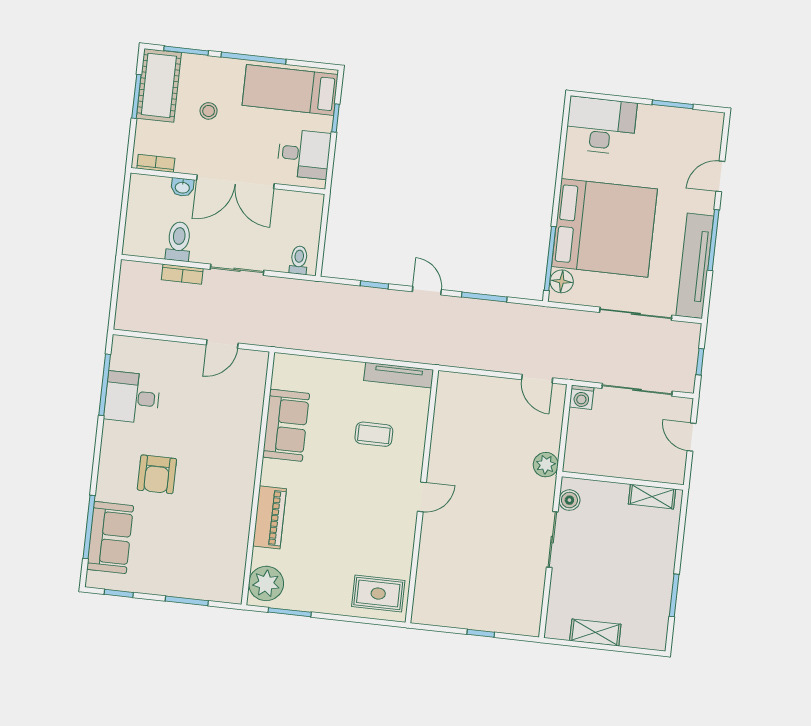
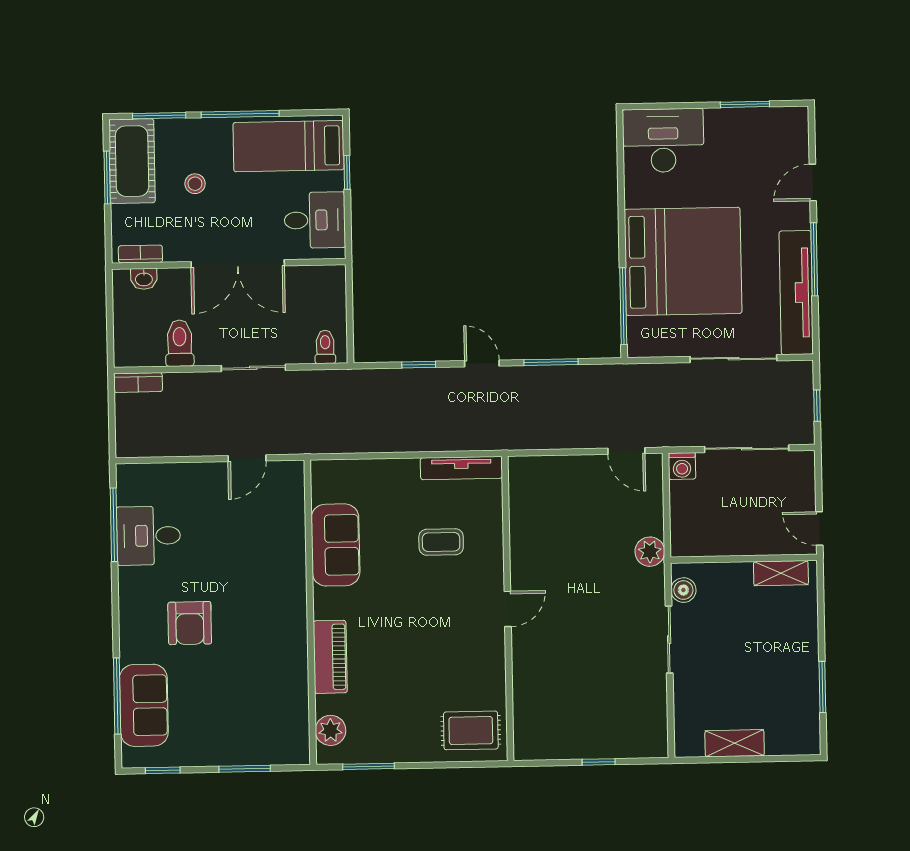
washbasin: (182, 187) -> (144, 279), moved
bookcase: (182, 274) -> (138, 383), moved
floor lamp: (562, 281) -> (640, 332), removed
door: (692, 437) -> (819, 528), moved
plant: (266, 583) -> (330, 730), width x0.73, depth x0.73

